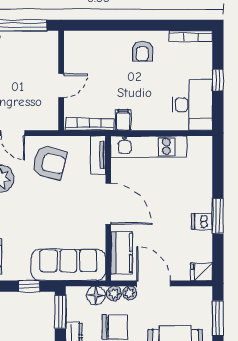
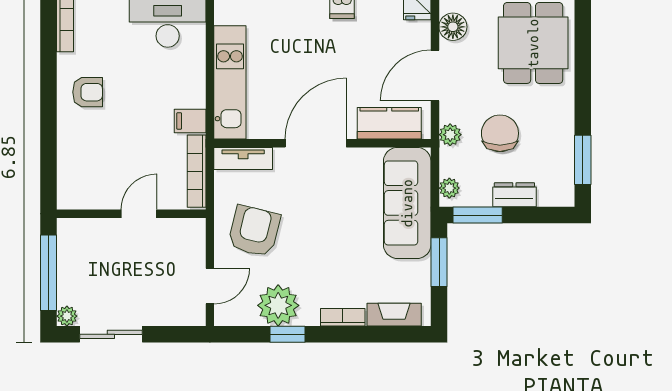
door: (61, 86) -> (139, 214), hinge flipped
window: (29, 286) -> (439, 262), width x1.50
plant: (130, 293) -> (449, 188), moved
floor lamp: (96, 295) -> (453, 27), moved

